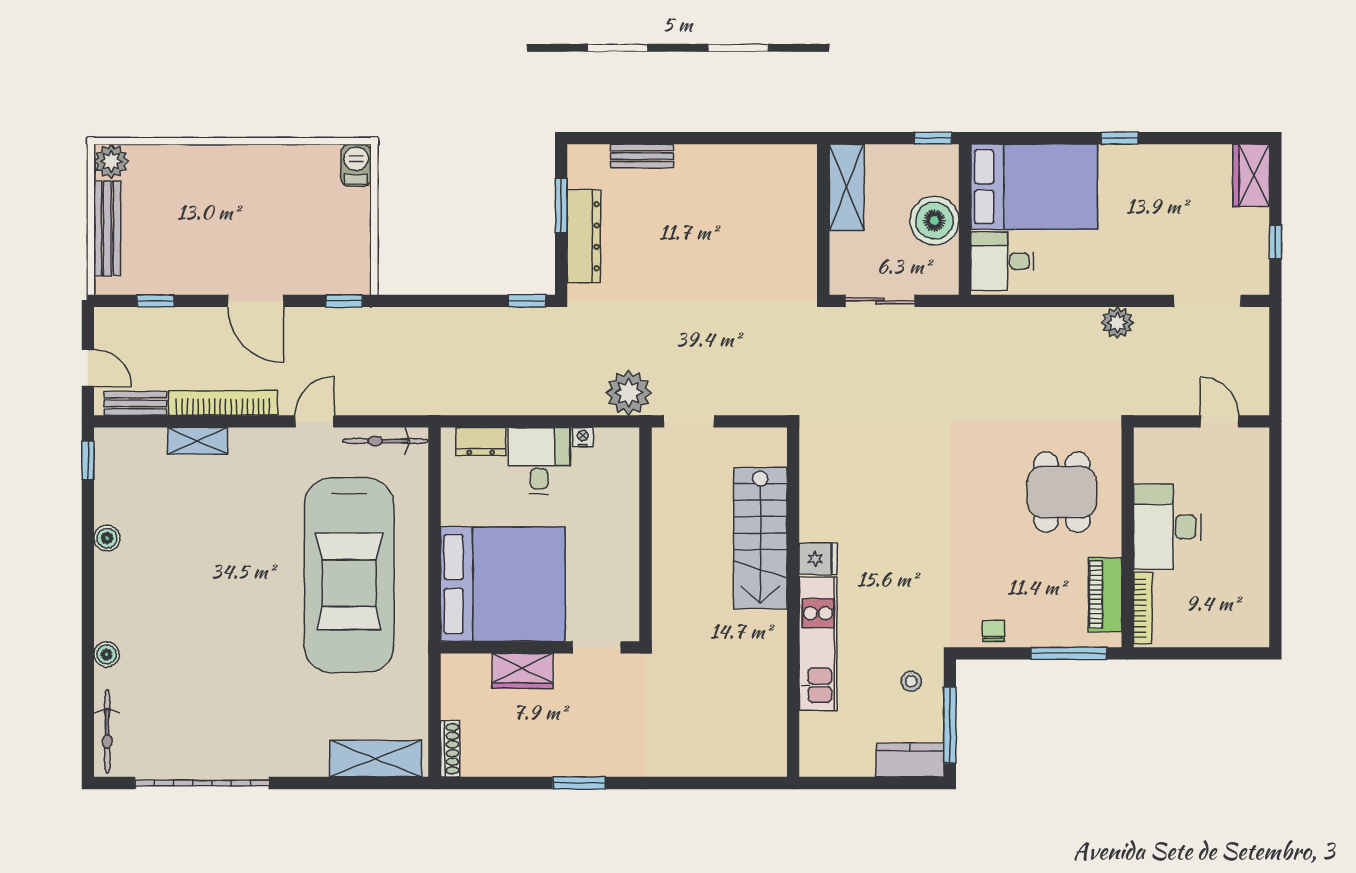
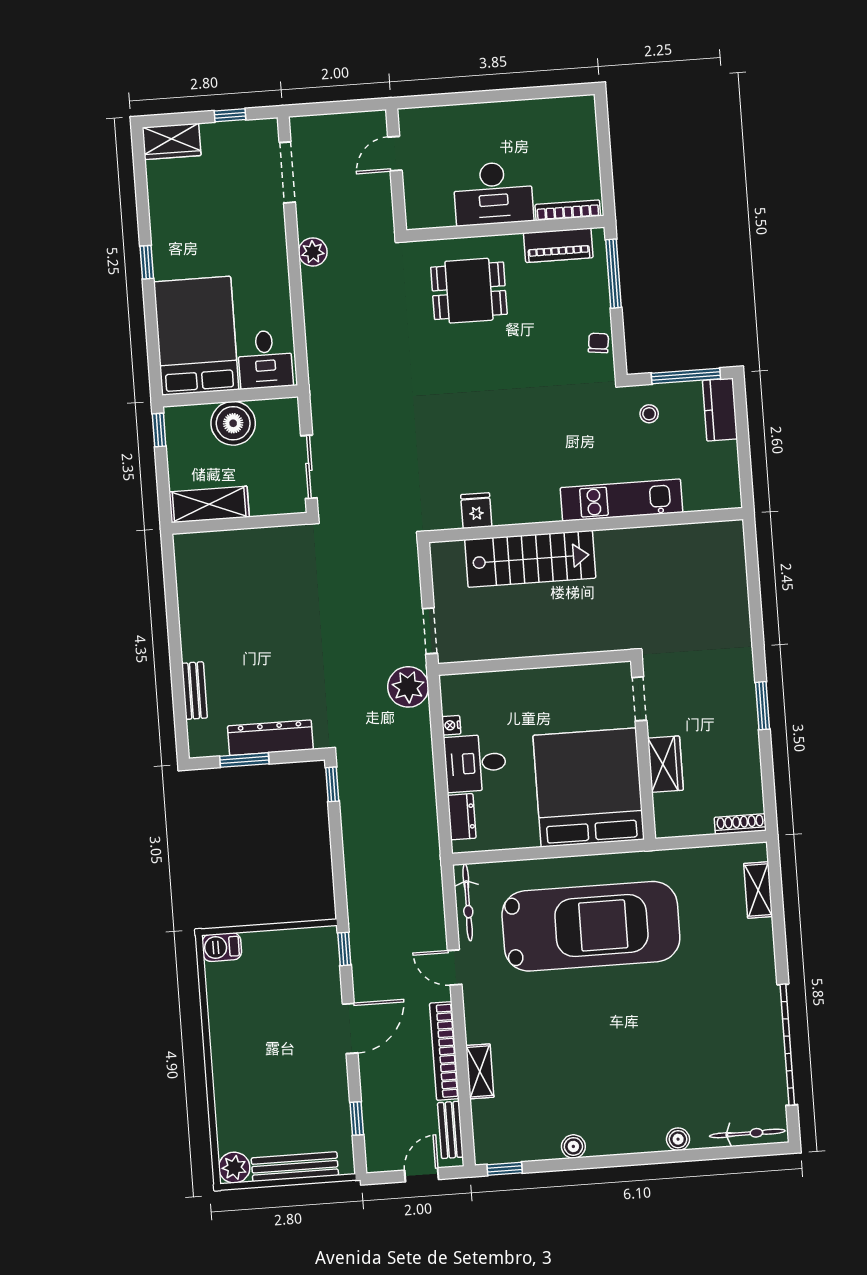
fridge: (818, 559) -> (476, 511), moved
chair: (994, 631) -> (598, 343), turned 97
shelving: (376, 759) -> (758, 890), width x0.67, depth x0.75

